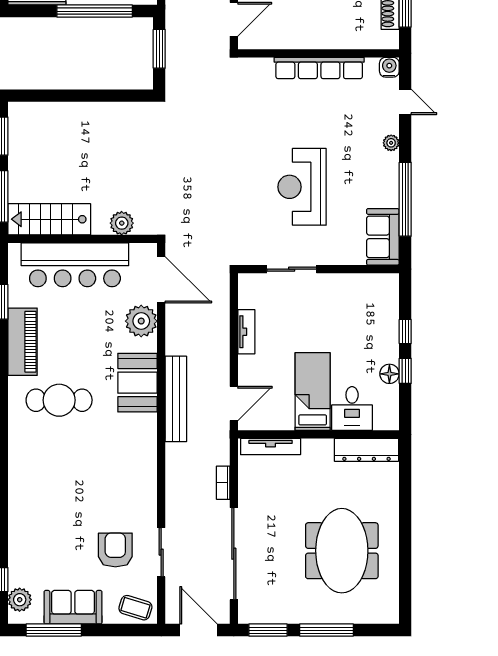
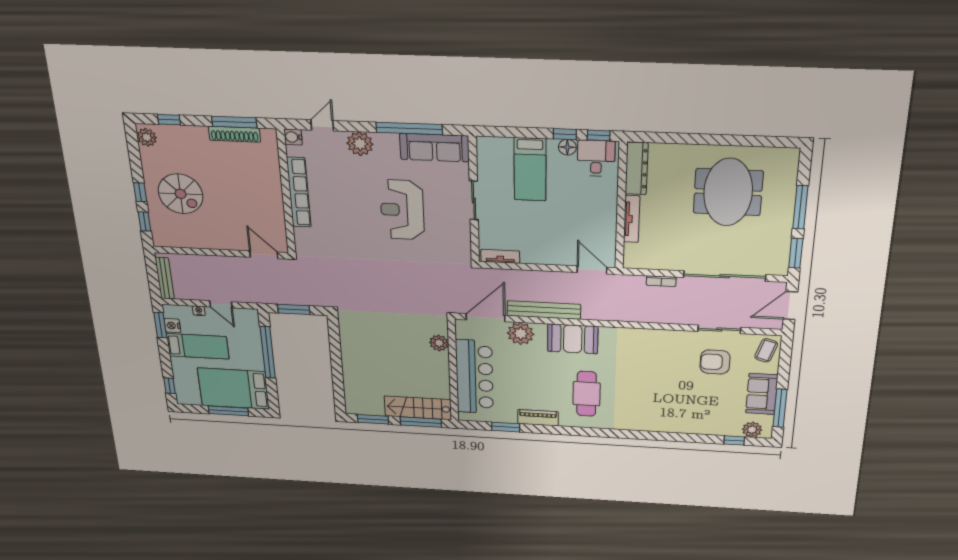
plant: (391, 143) -> (360, 144), width x1.88, depth x1.88
reception desk: (302, 187) -> (402, 210), turned 90
stairs: (49, 219) -> (418, 408), moved, turned 90
sofa: (383, 237) -> (434, 148), width x1.36
sliding door: (292, 269) -> (474, 200), moved
tv unit: (246, 332) -> (500, 256), moved
window: (405, 332) -> (599, 135), moved
piano: (23, 342) -> (538, 418), width x0.73, depth x0.75
bed: (313, 392) -> (530, 169), moved, turned -90
bench: (176, 399) -> (544, 310), moved
desk: (352, 409) -> (596, 158), moved, turned -90
tv unit: (271, 447) -> (632, 219), moved
meeting table: (342, 551) -> (728, 192), turned 90

